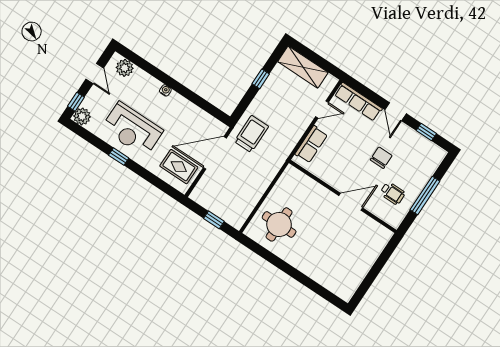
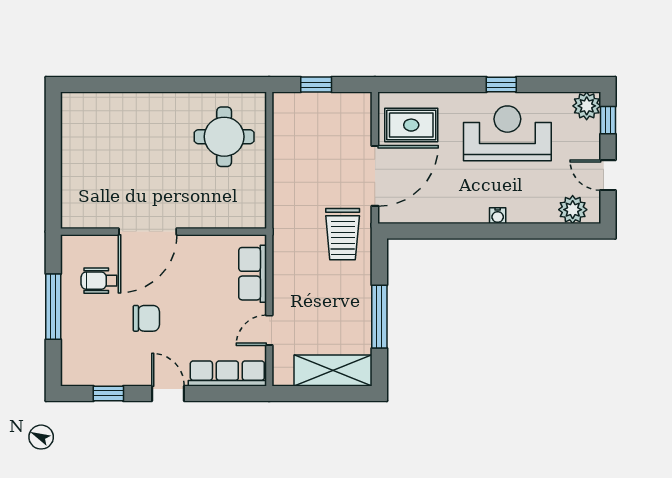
window: (261, 79) -> (379, 317), width x2.17
chair: (381, 158) -> (146, 318), turned -90
door: (351, 202) -> (148, 232), width x1.36

